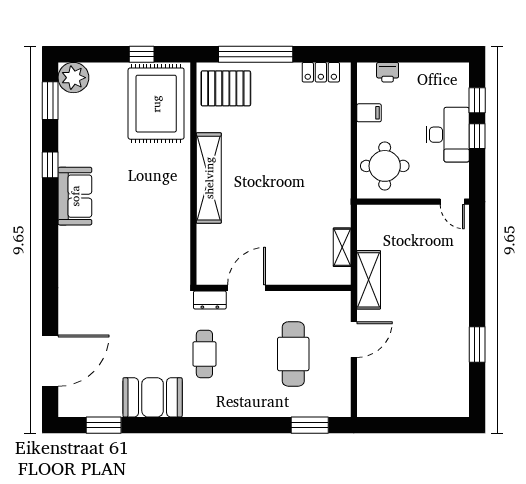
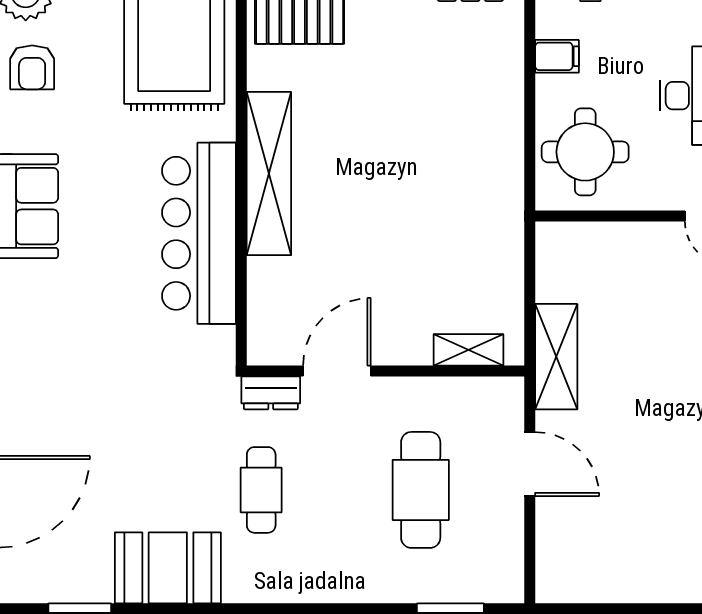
armchair: (77, 119) -> (32, 67), added
bar counter: (170, 211) -> (199, 233), added
shelving: (342, 247) -> (468, 350), moved, turned 90
door: (354, 340) -> (530, 464), hinge flipped

